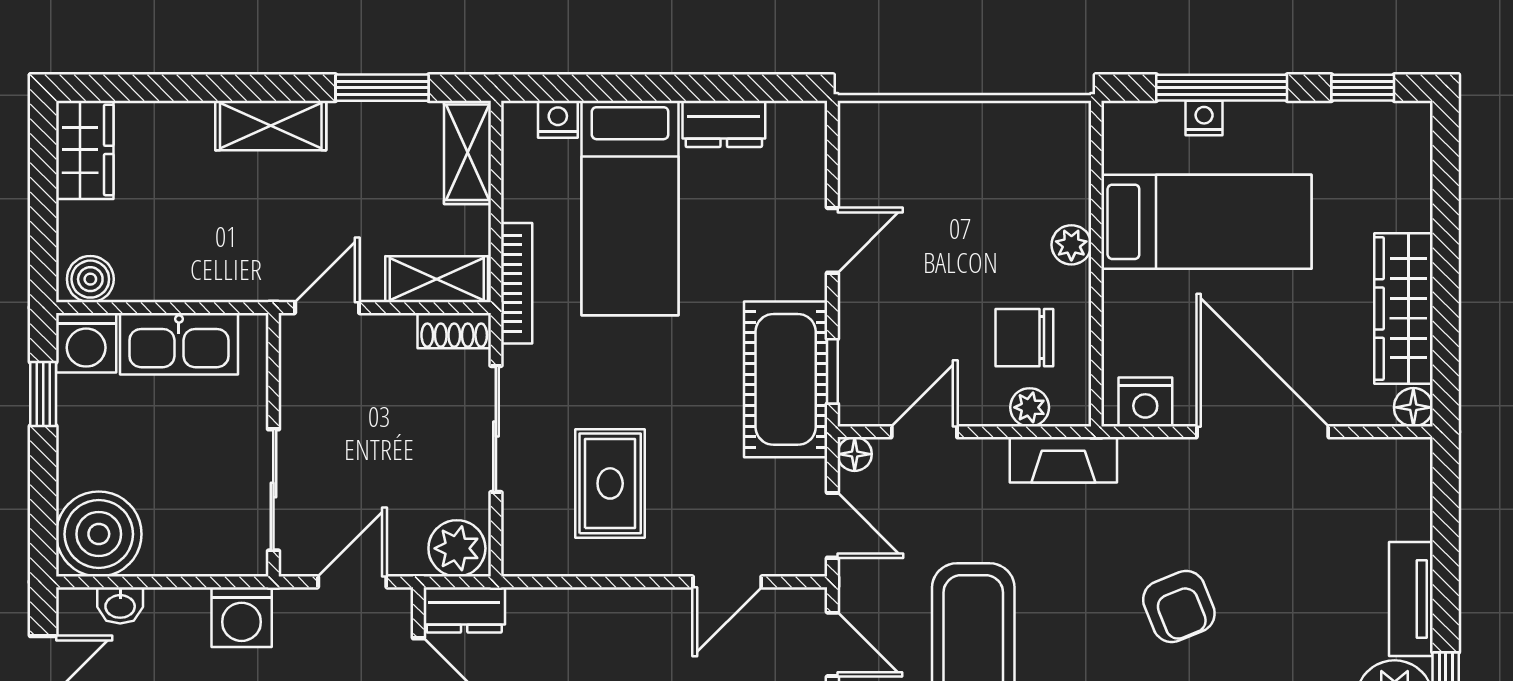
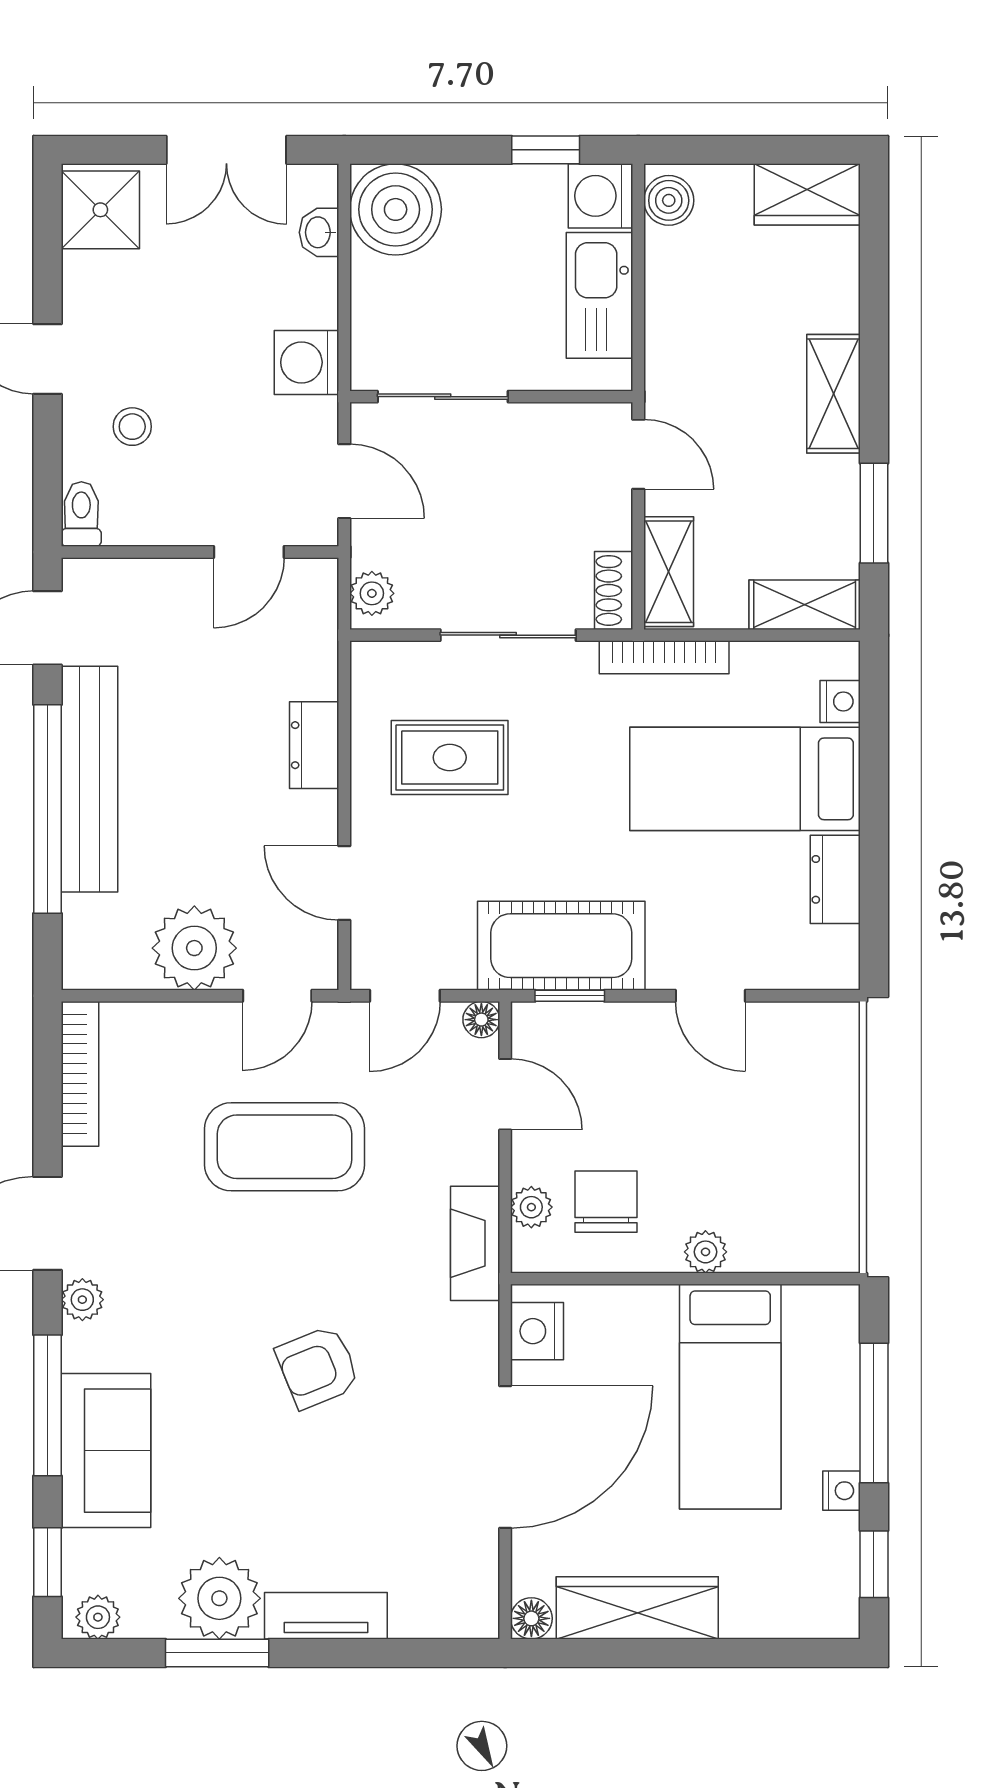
nightstand: (1204, 118) -> (841, 1491), moved
plant: (457, 548) -> (372, 593), width x0.73, depth x0.73
dresser: (464, 610) -> (314, 745), moved

